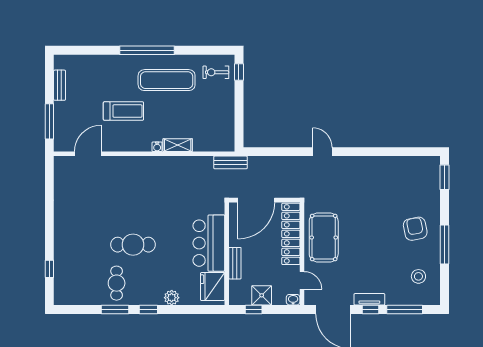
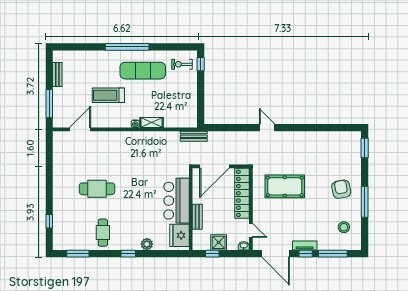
treadmill: (123, 111) -> (108, 95), turned 180
pool table: (324, 237) -> (285, 186), moved, turned 90
cafe table: (133, 245) -> (97, 189), moved
window: (115, 309) -> (78, 254), moved

